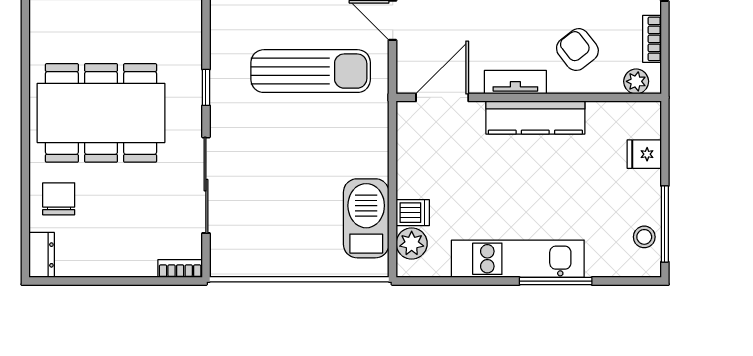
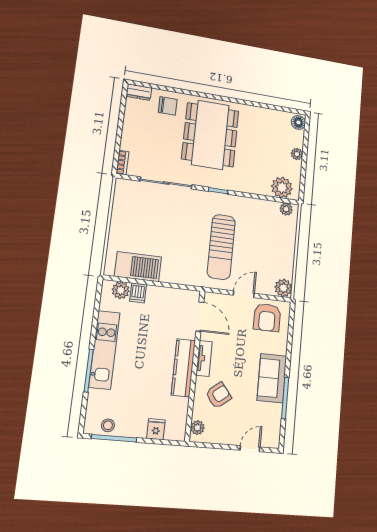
bookcase: (652, 39) -> (220, 439), removed

